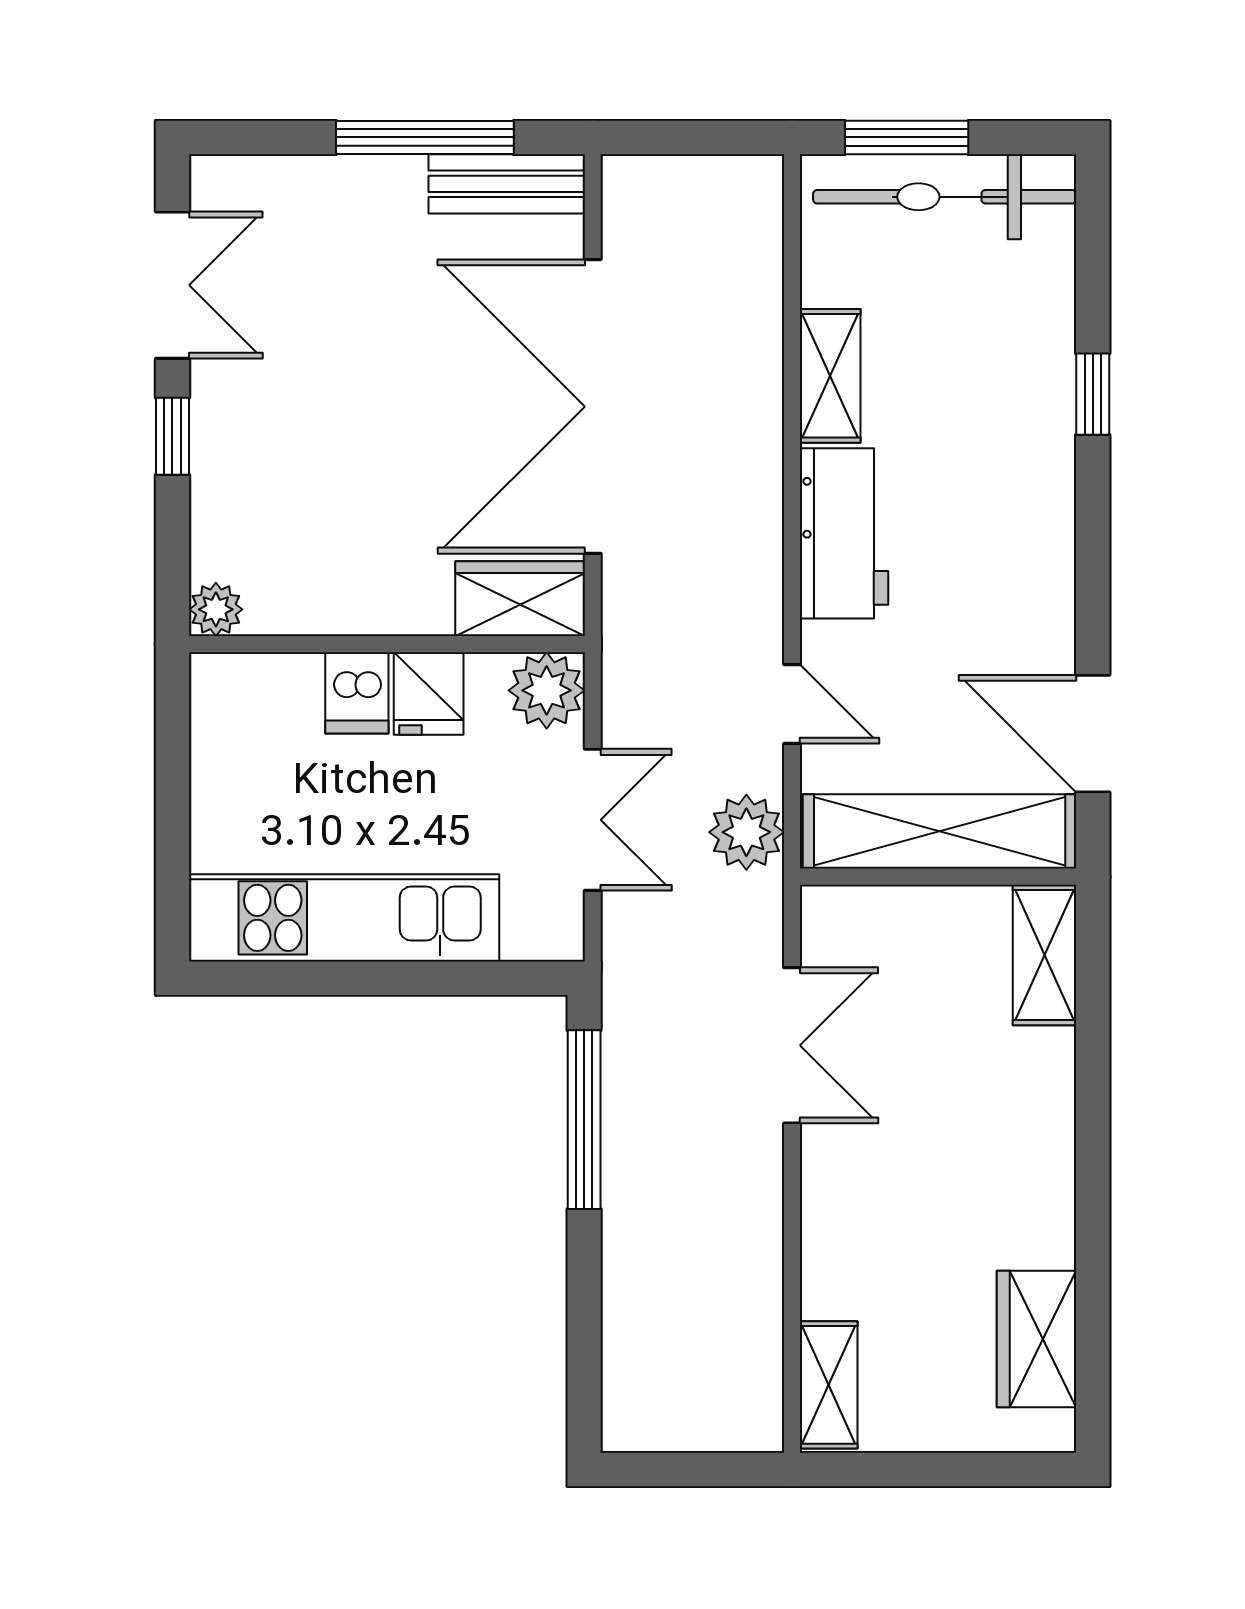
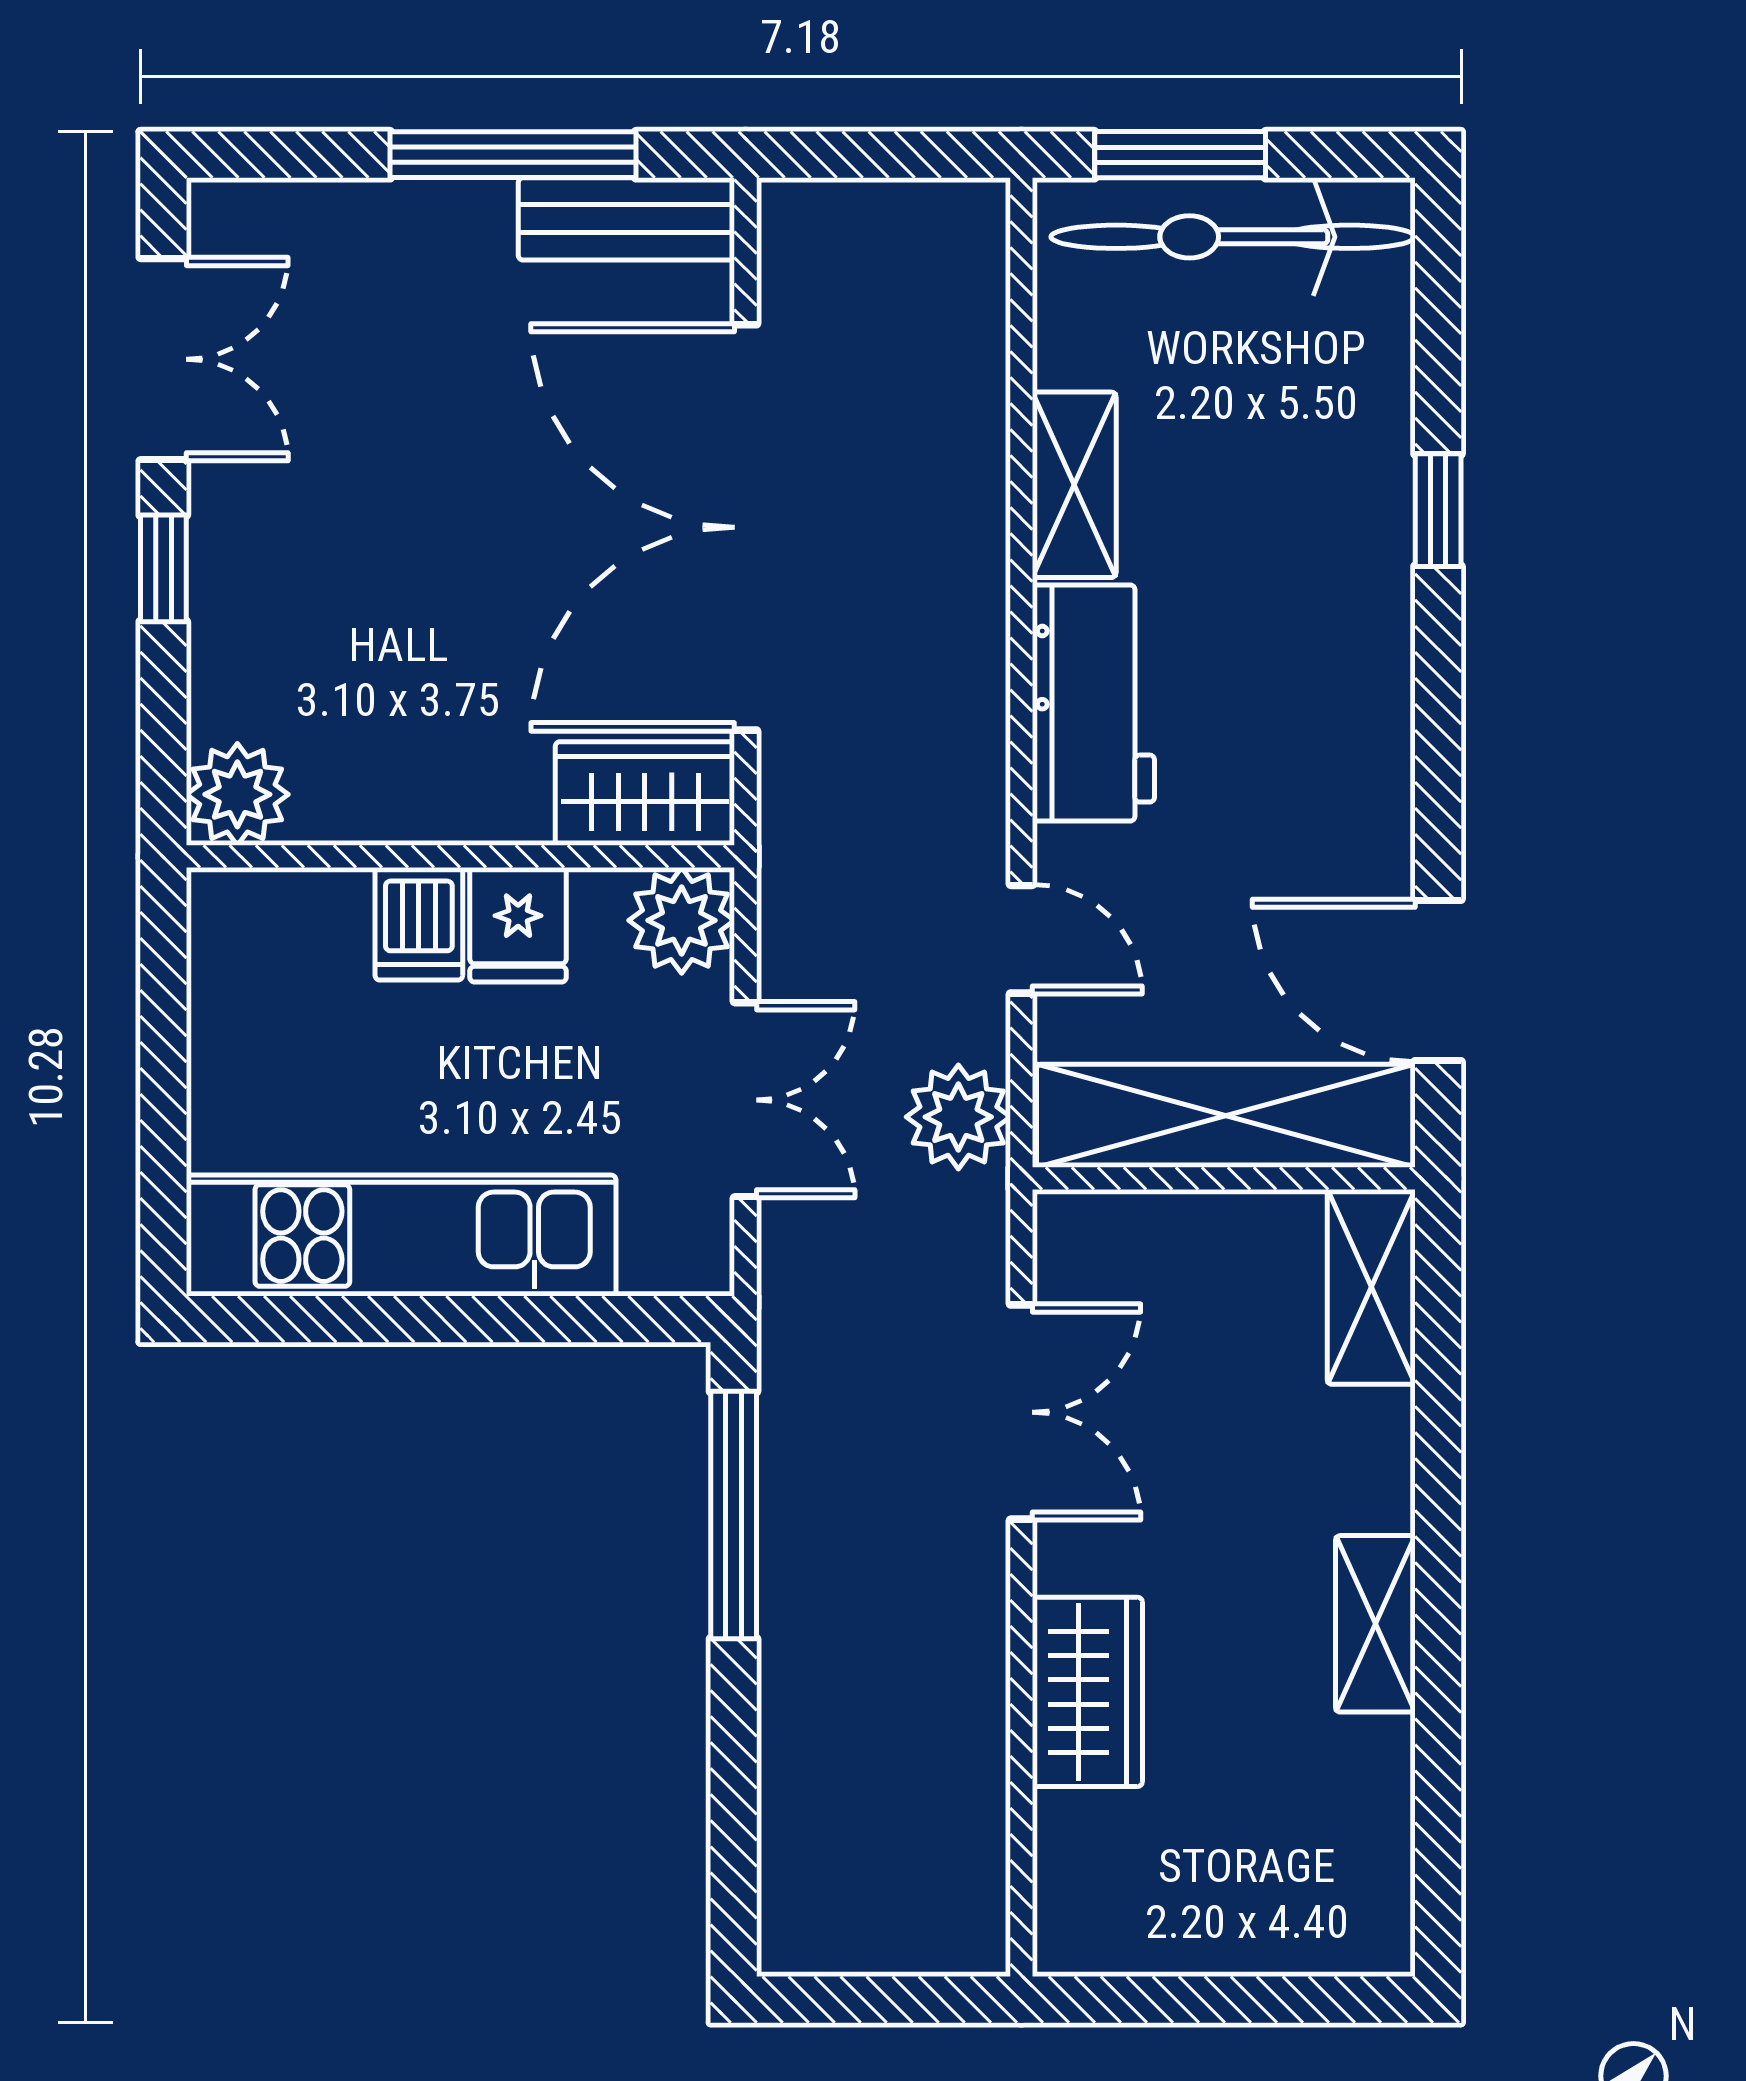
plant: (216, 609) -> (237, 794), width x1.38, depth x1.38
wardrobe: (1037, 1339) -> (1087, 1692), moved, turned 180
shelving: (829, 1385) -> (1375, 1624), moved

